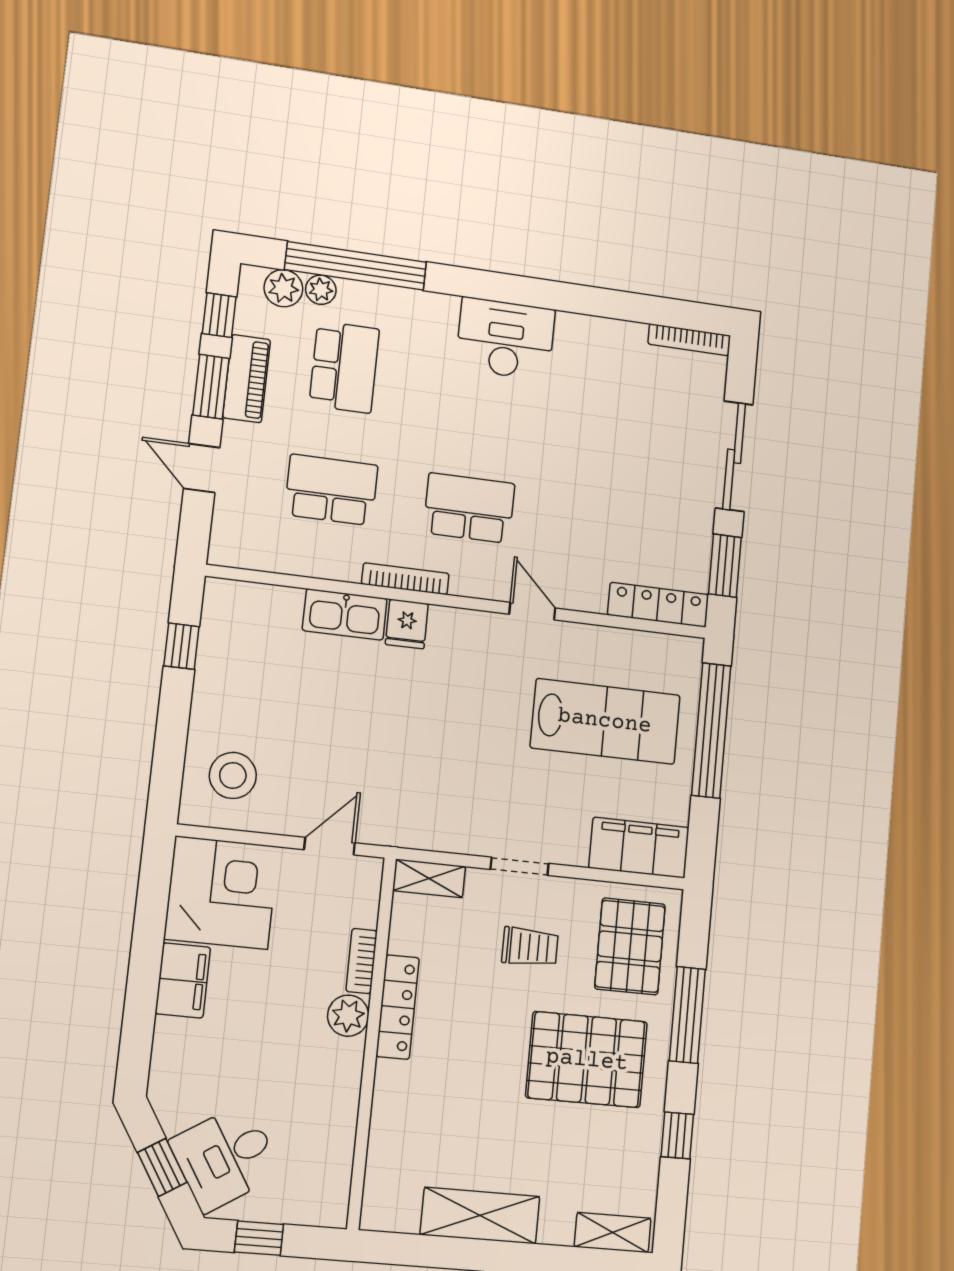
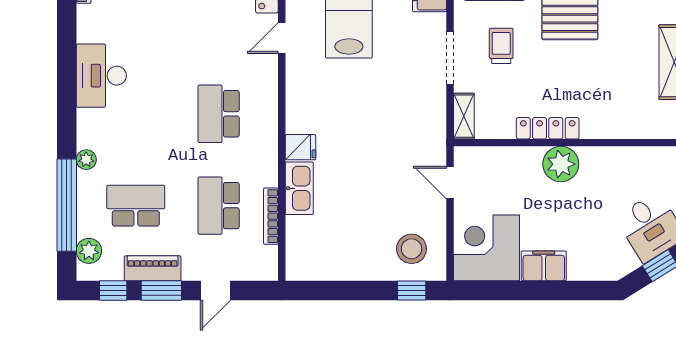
plant: (321, 290) -> (86, 160), moved
desk: (505, 339) -> (101, 76), moved
bookcase: (405, 579) -> (271, 216), moved
door: (532, 611) -> (282, 38), moved
window: (181, 646) -> (412, 290), moved
doorway: (519, 866) -> (450, 58), width x1.38
bookcase: (362, 961) -> (521, 154), removed
plant: (348, 1016) -> (561, 164), width x1.36, depth x1.36

